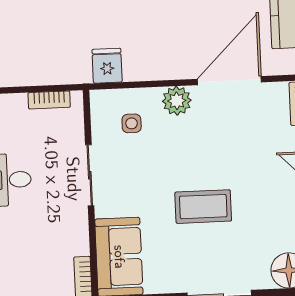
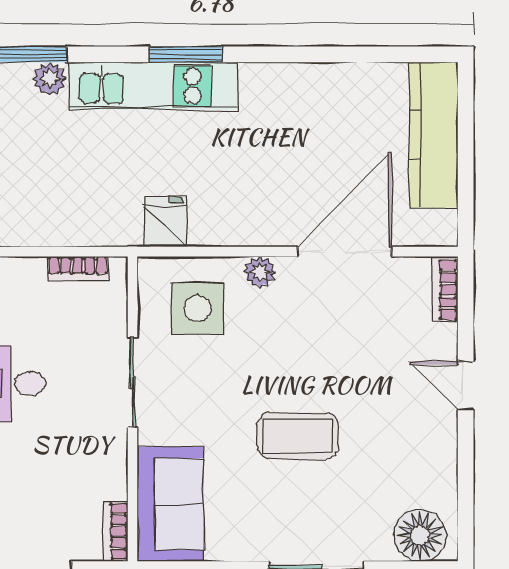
plant: (177, 101) -> (260, 272), width x0.73, depth x0.73
side table: (132, 123) -> (198, 308), width x1.87, depth x1.87

